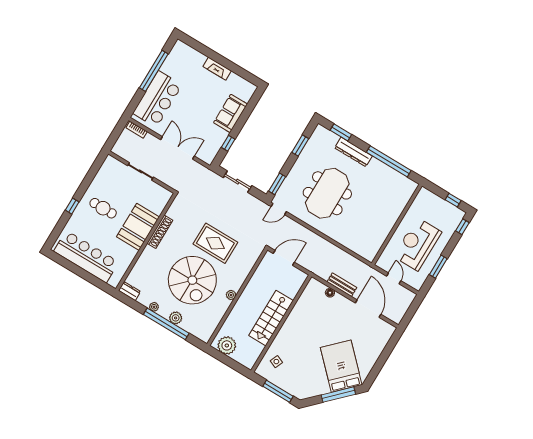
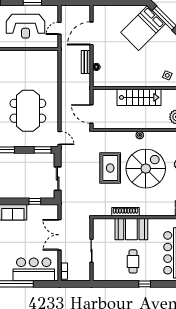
meeting table: (327, 193) -> (28, 111), turned 90

